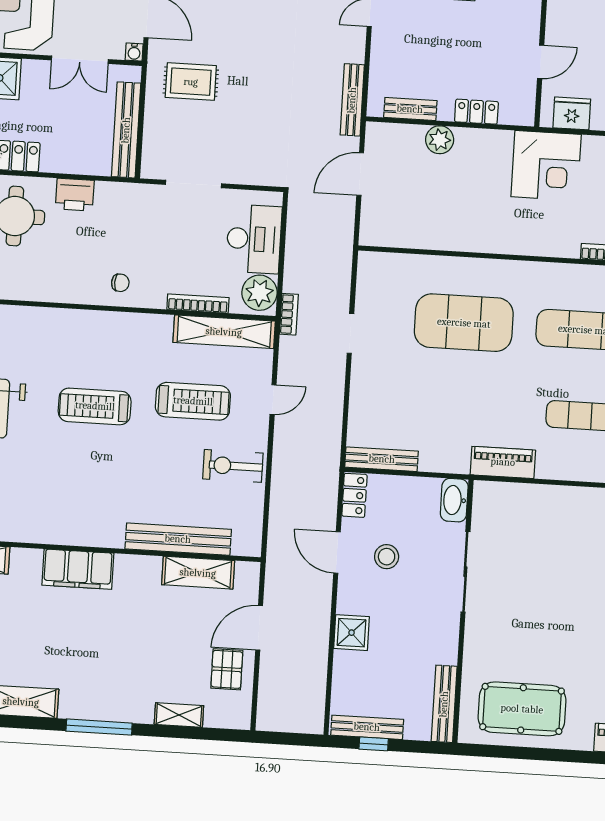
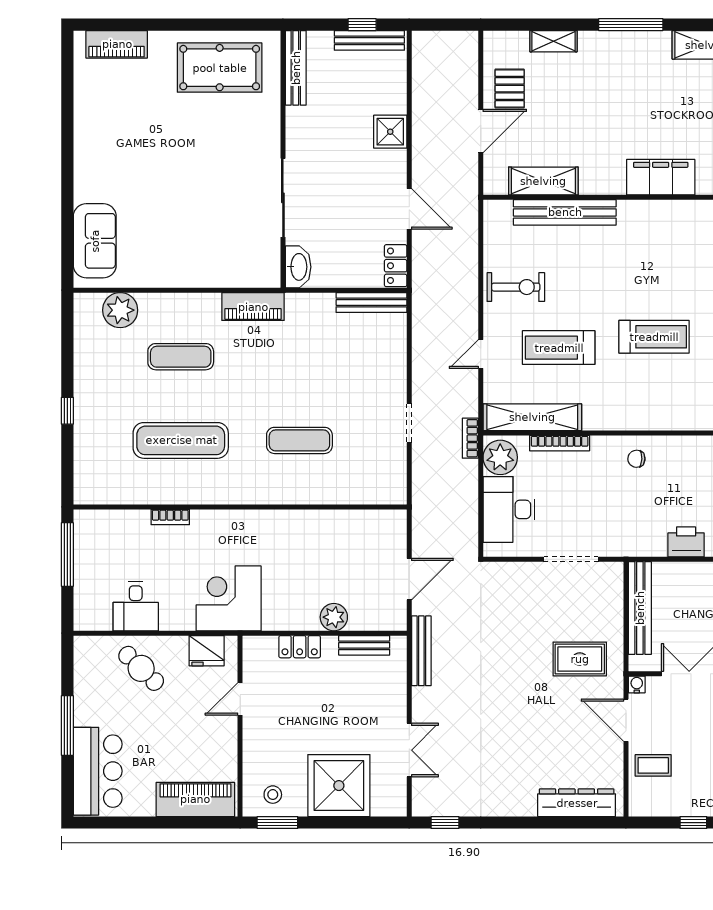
exercise mat: (464, 323) -> (299, 440), width x0.50, depth x0.69
stool: (387, 557) -> (361, 208), removed

